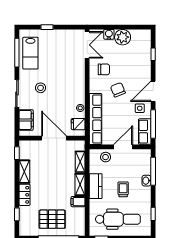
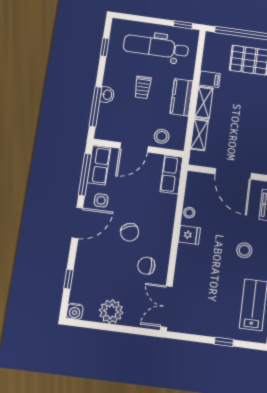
water cooler: (109, 34) -> (75, 311), moved
row of seats: (95, 119) -> (171, 174), width x0.50
fridge: (78, 124) -> (189, 235), moved

